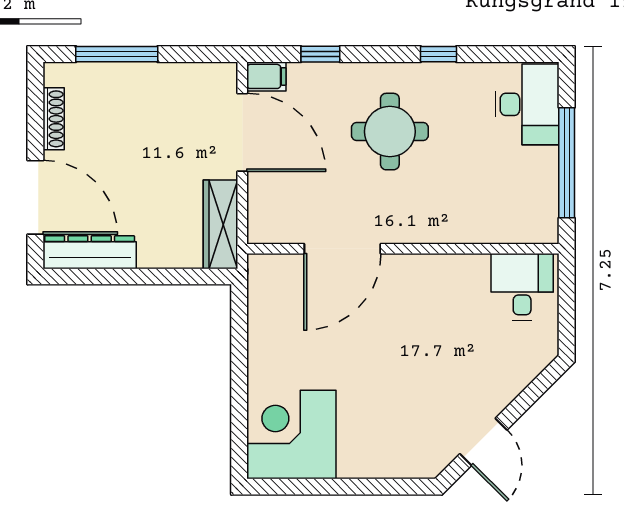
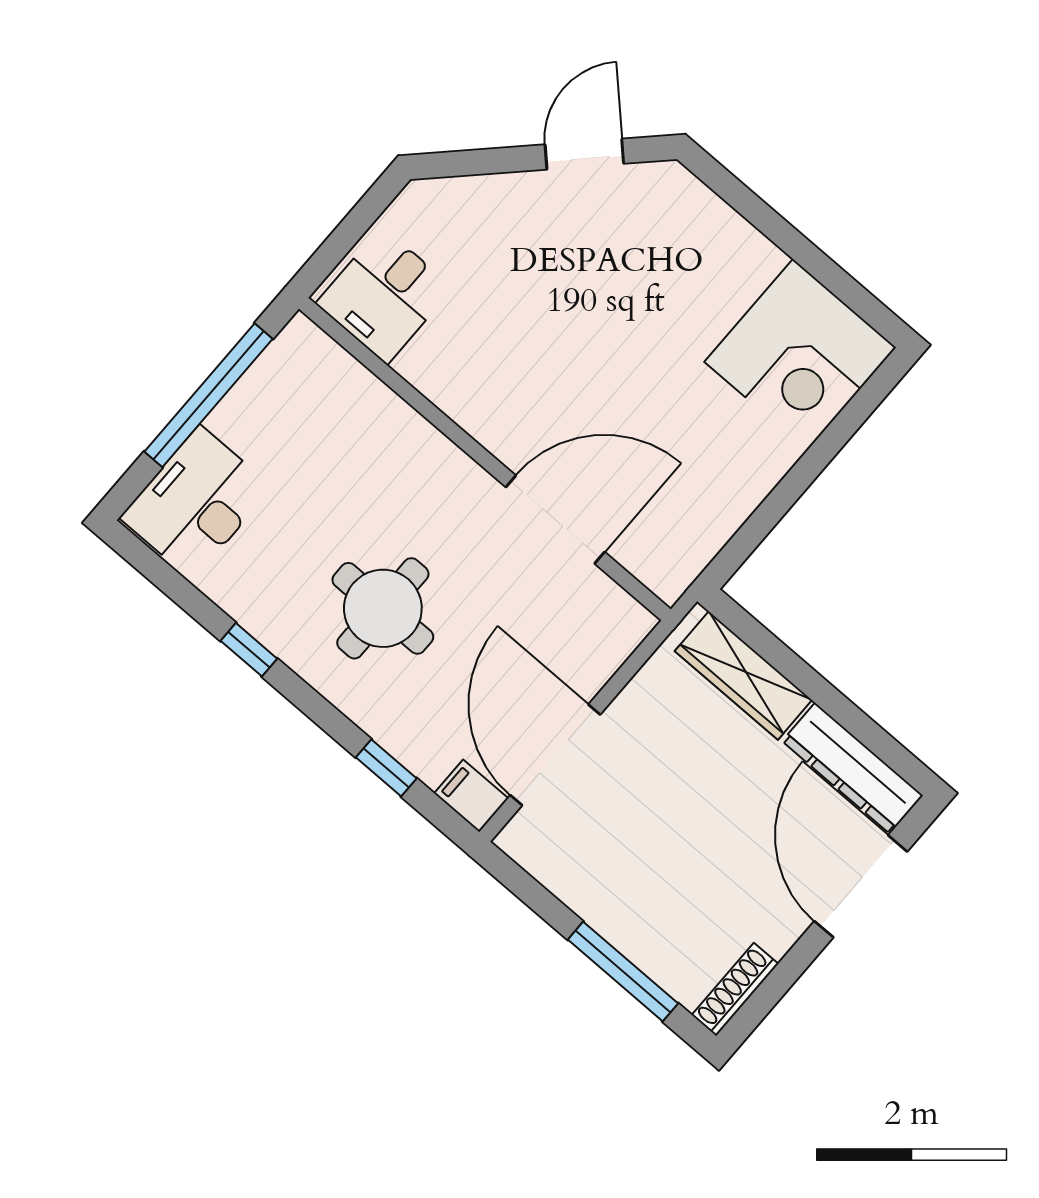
shoe rack: (54, 119) -> (735, 989), moved
wardrobe: (221, 224) -> (743, 676), moved, turned 90

